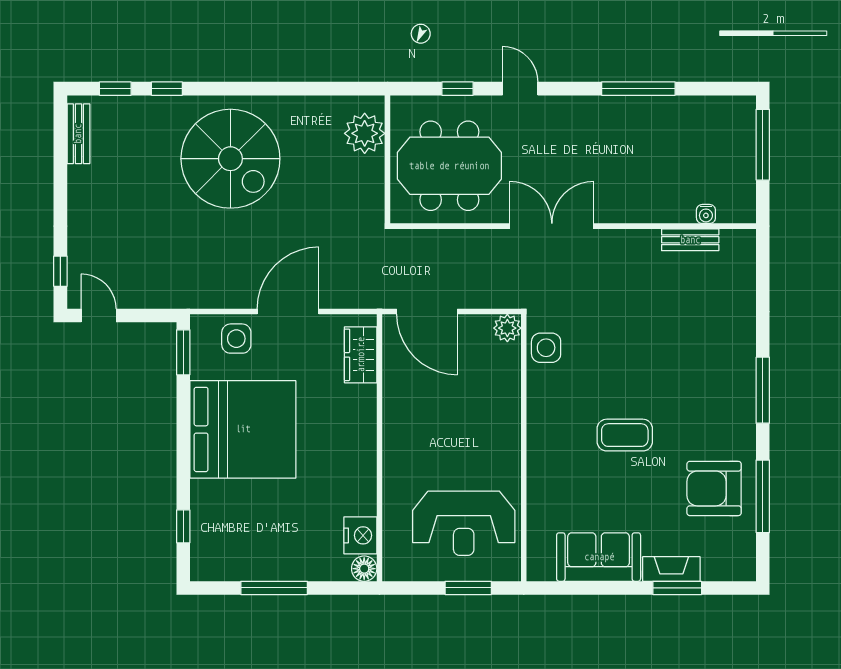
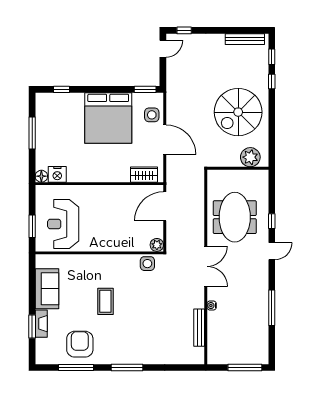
plant: (365, 133) -> (250, 157), moved
bench: (78, 134) -> (245, 39), width x1.36
wall: (388, 159) -> (238, 168), moved
water cooler: (706, 214) -> (212, 306), moved
bench: (690, 240) -> (199, 328), width x1.36

